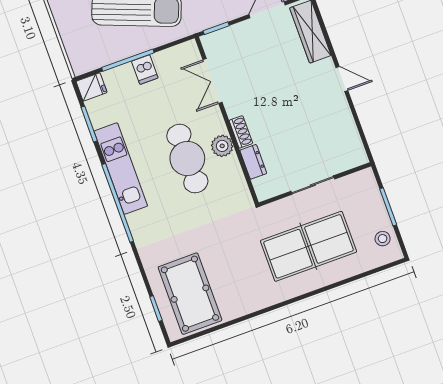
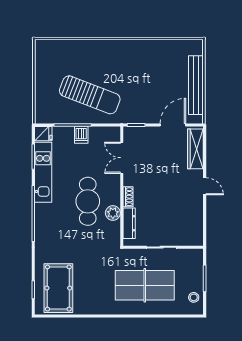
plant: (222, 146) -> (113, 213), moved
dresser: (253, 162) -> (129, 223), width x1.44
kitchen unit: (121, 169) -> (43, 172), moved

